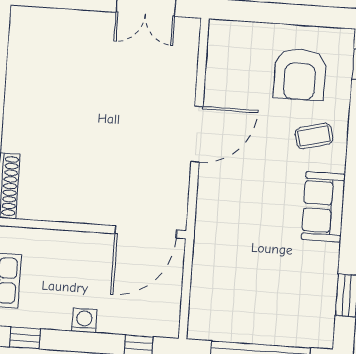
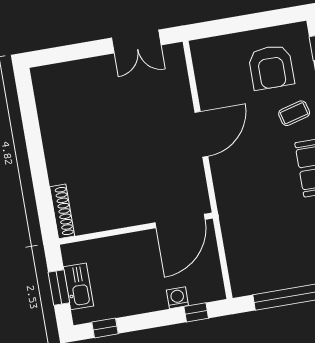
washing machine: (84, 320) -> (177, 298), moved

